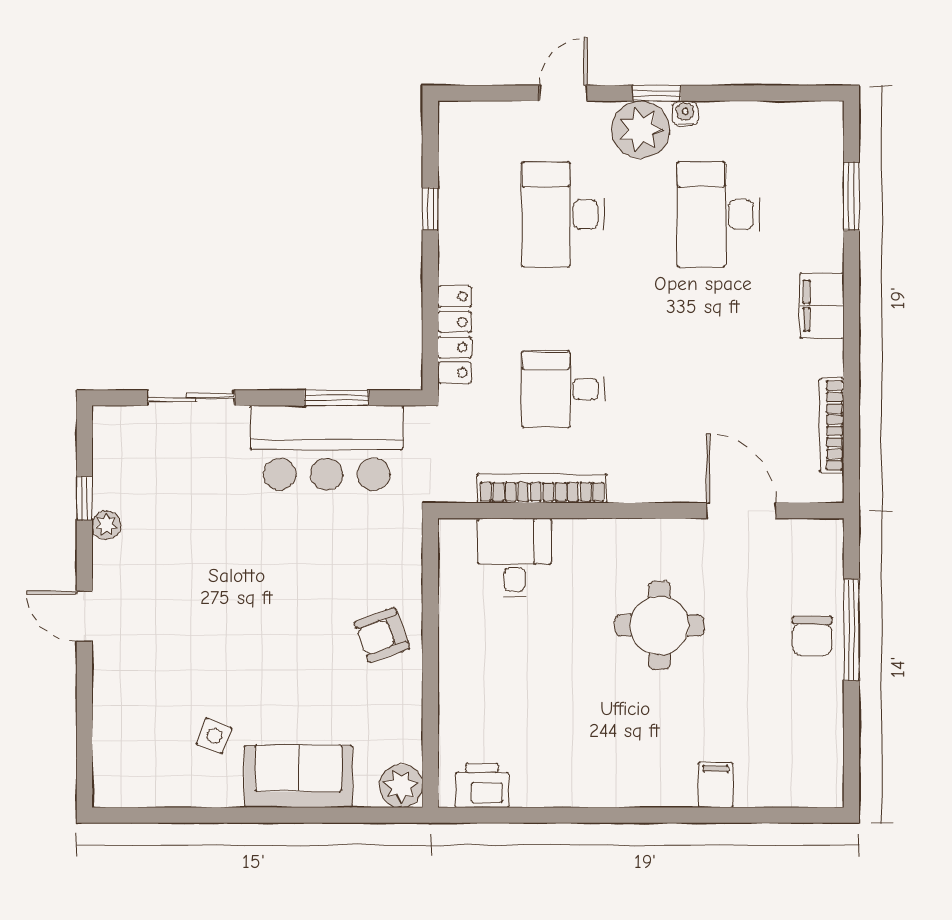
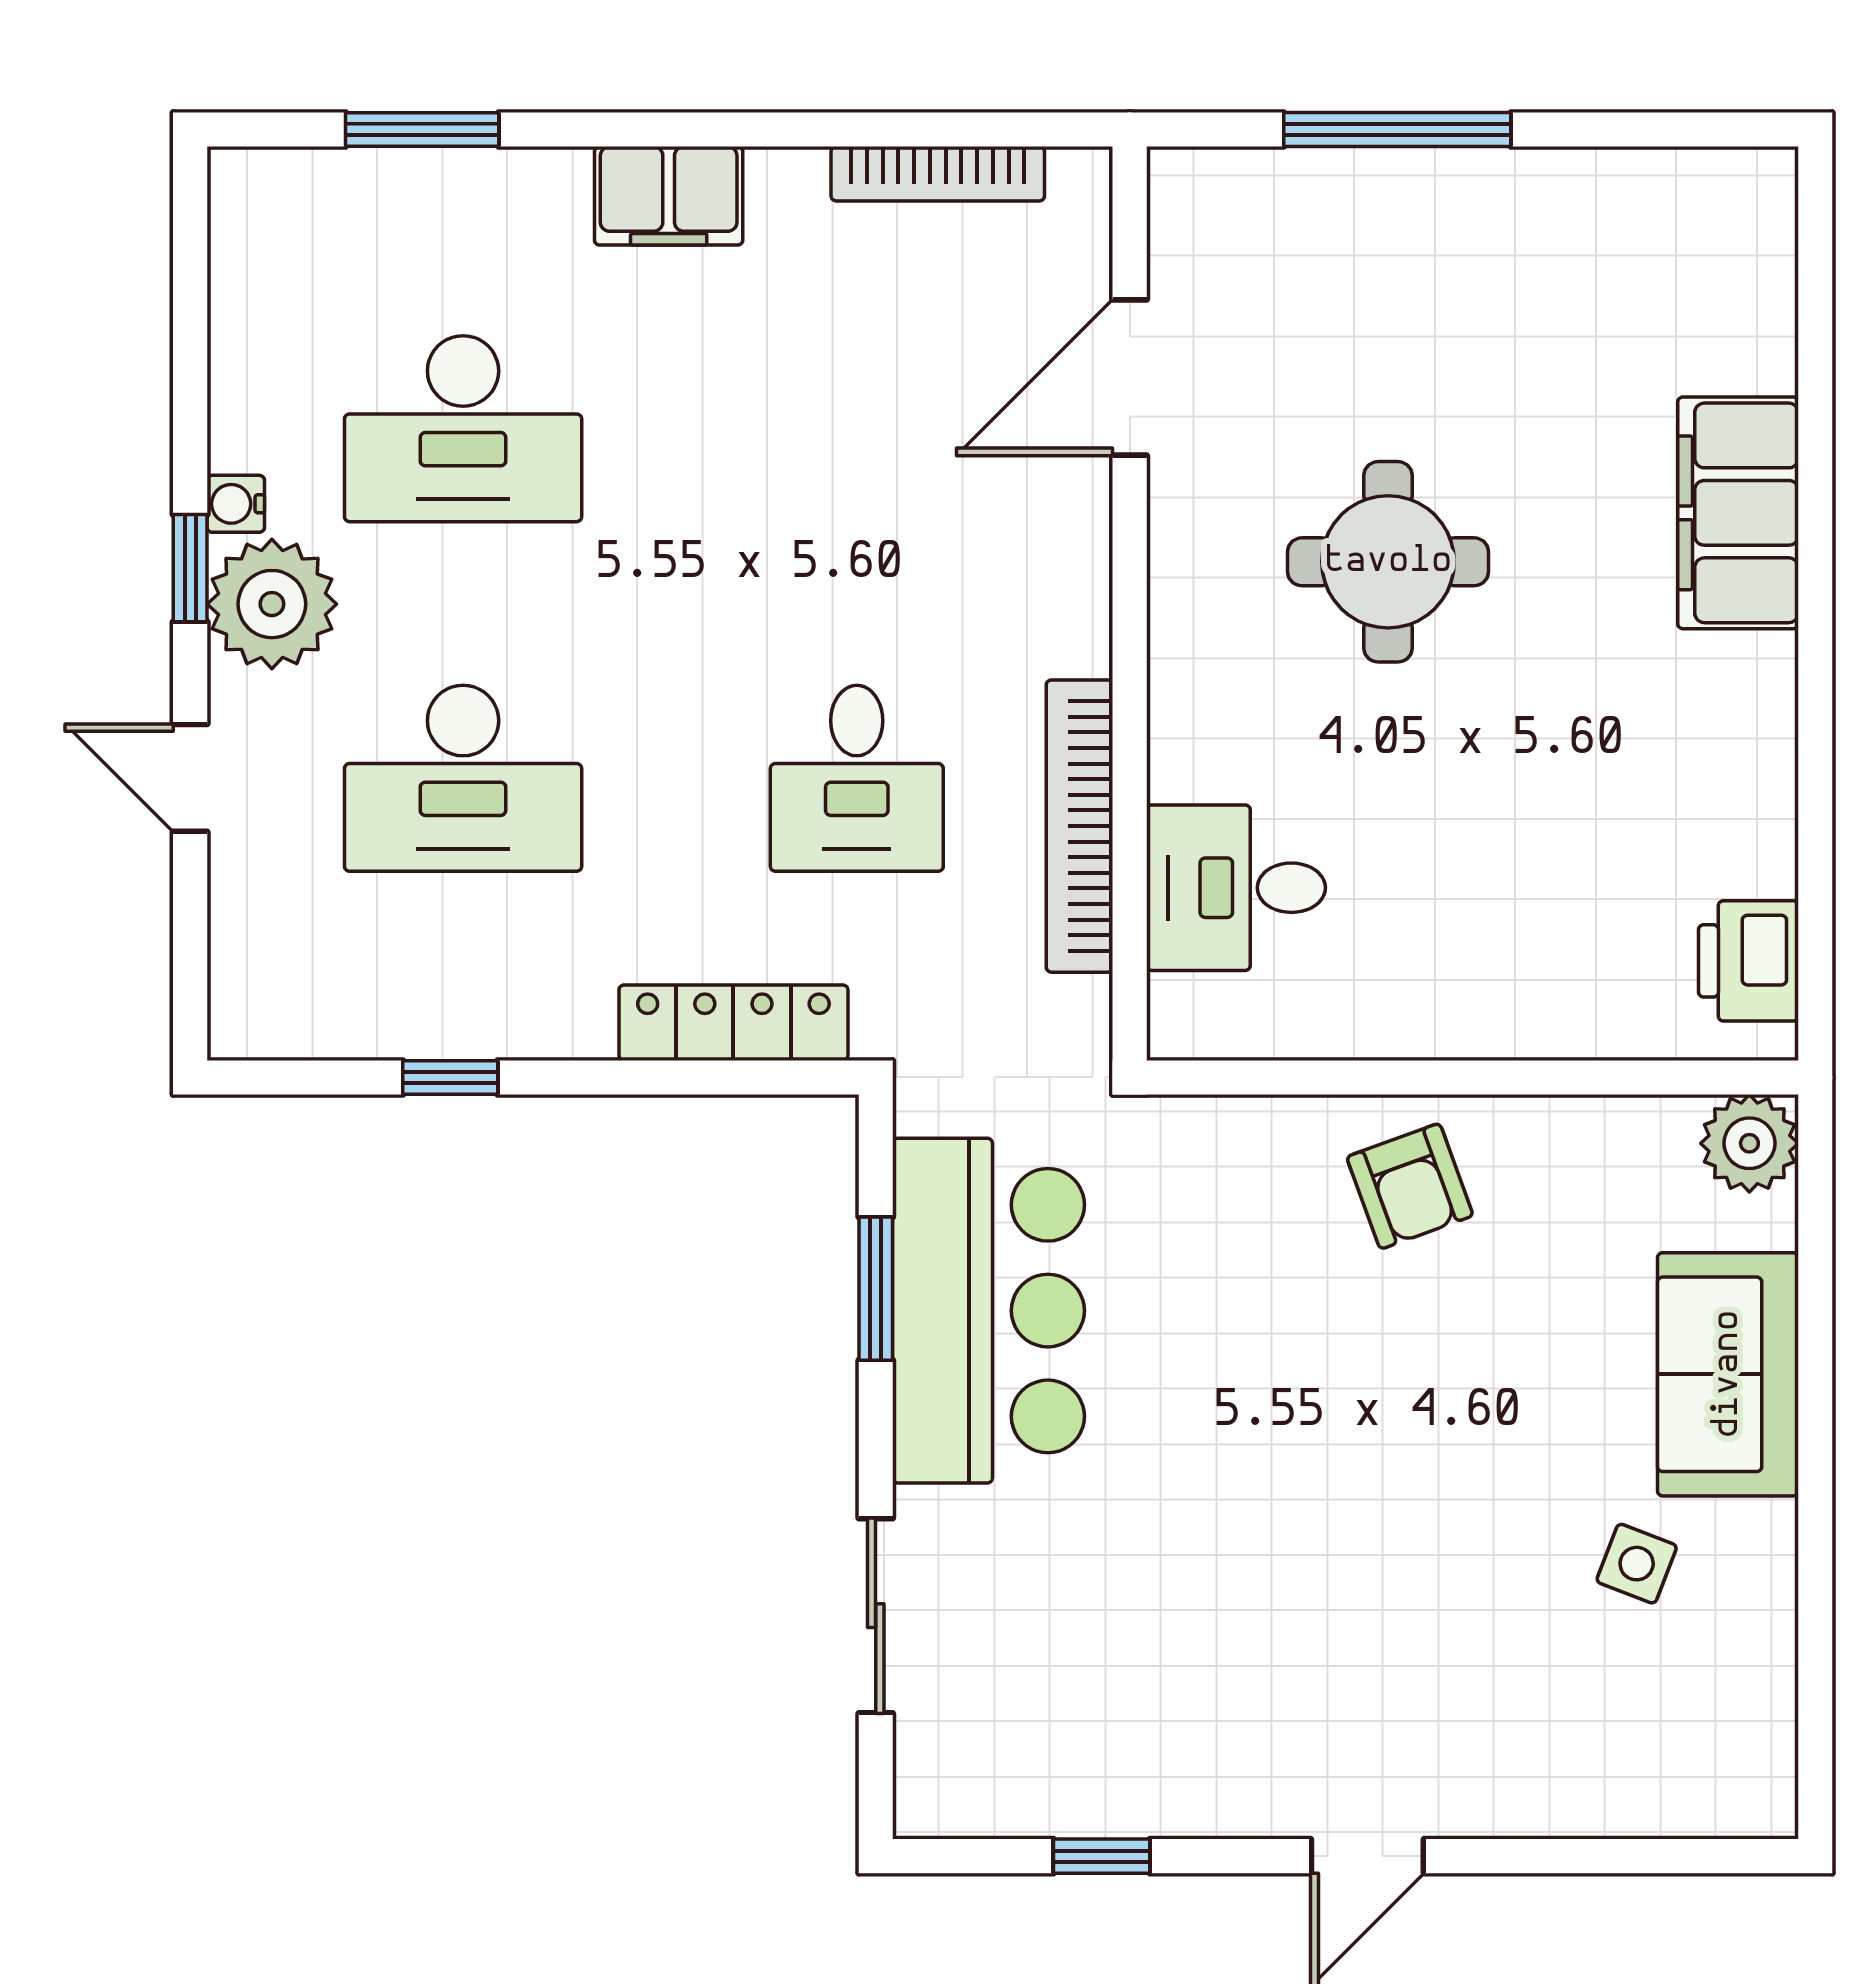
plant: (106, 525) -> (1162, 1807), removed
chair: (812, 636) -> (1412, 218), removed
filing cabinet: (716, 785) -> (1738, 513), width x3.00, depth x1.17

